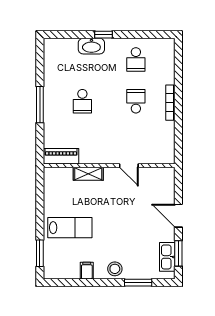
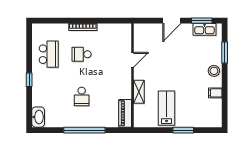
washbasin: (91, 46) -> (38, 117), moved
school desk: (136, 59) -> (49, 54), width x1.85
school desk: (82, 101) -> (82, 96), turned 90
window: (40, 105) -> (84, 130), width x1.46
lab bench: (70, 228) -> (166, 108), moved
window: (40, 253) -> (183, 130), moved

